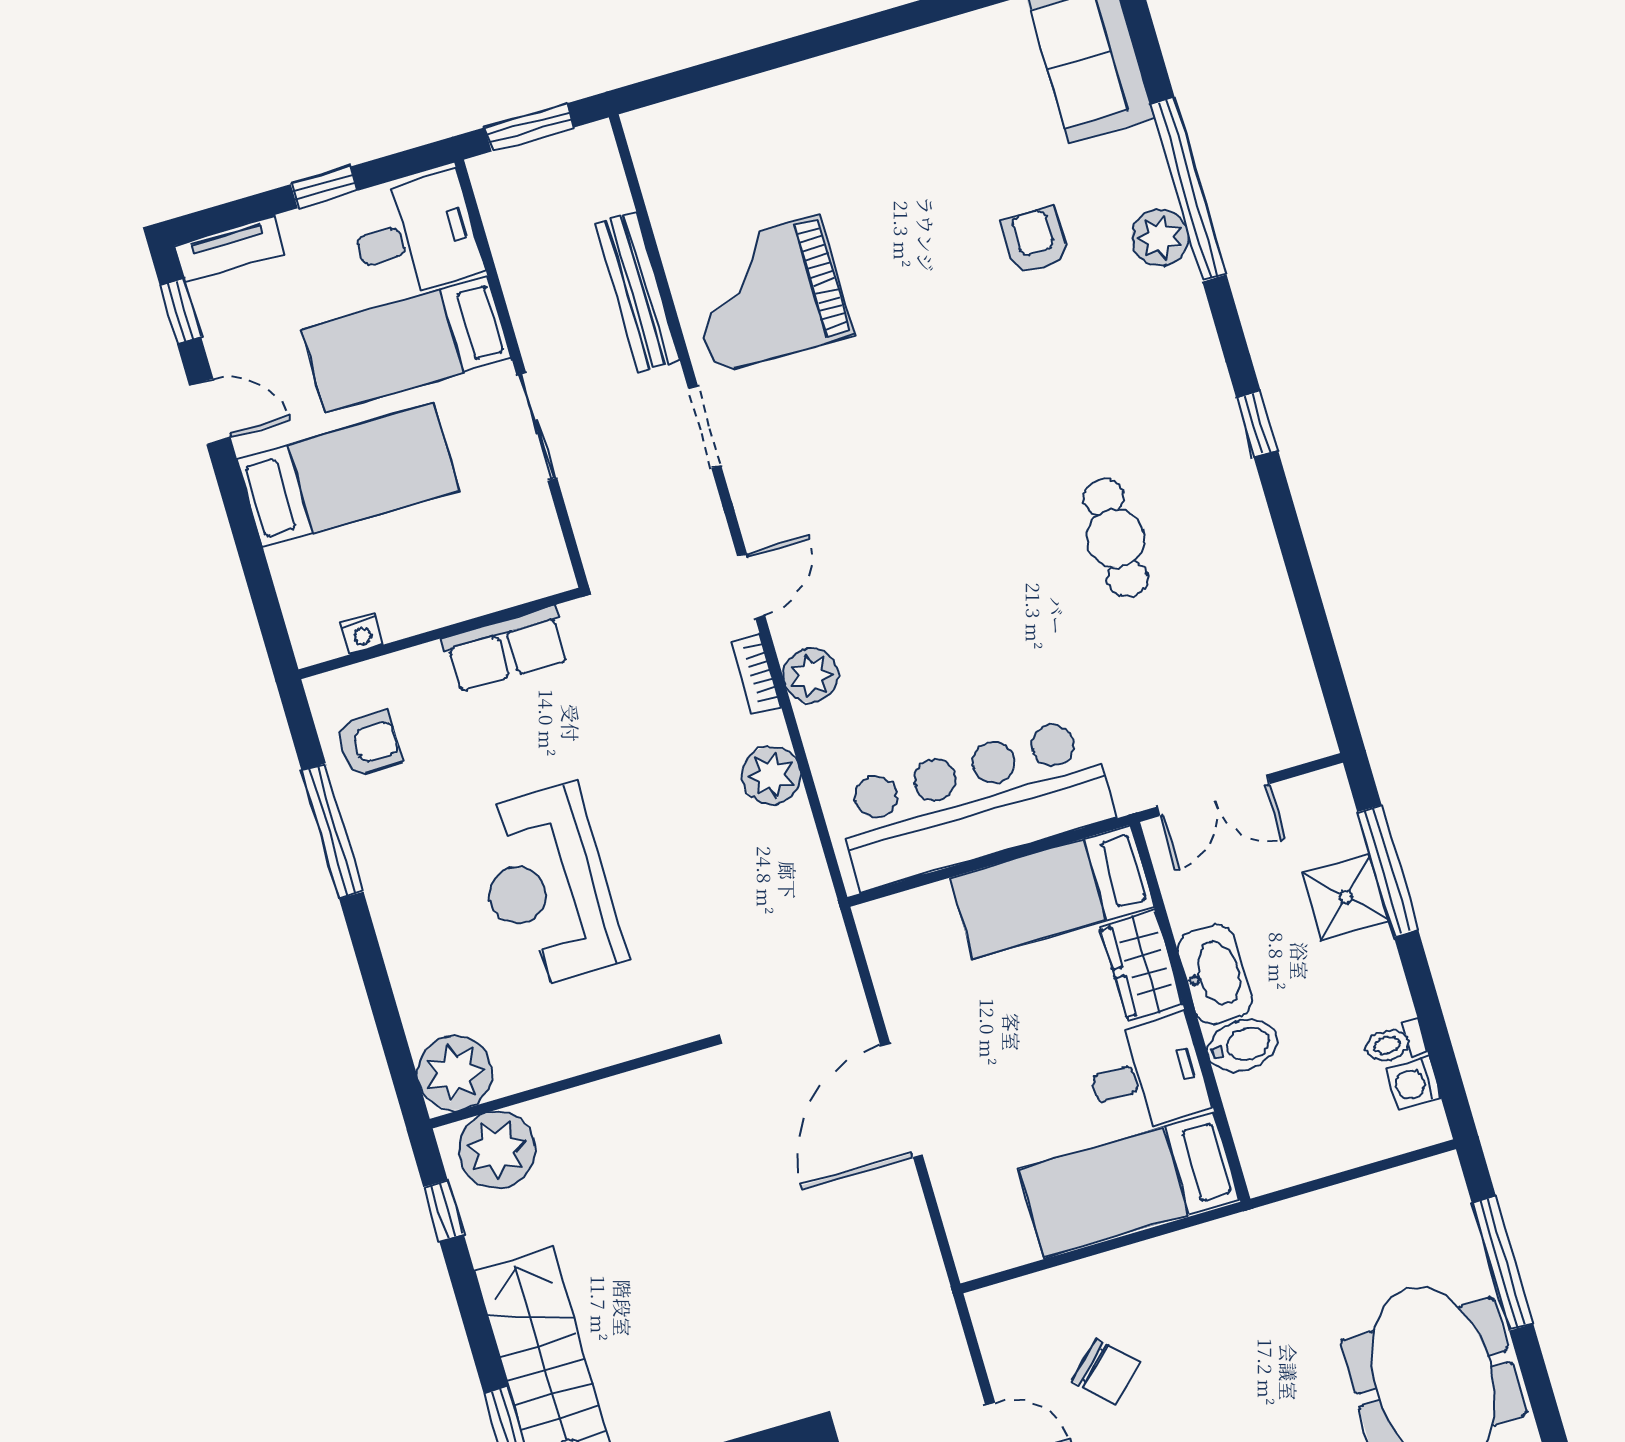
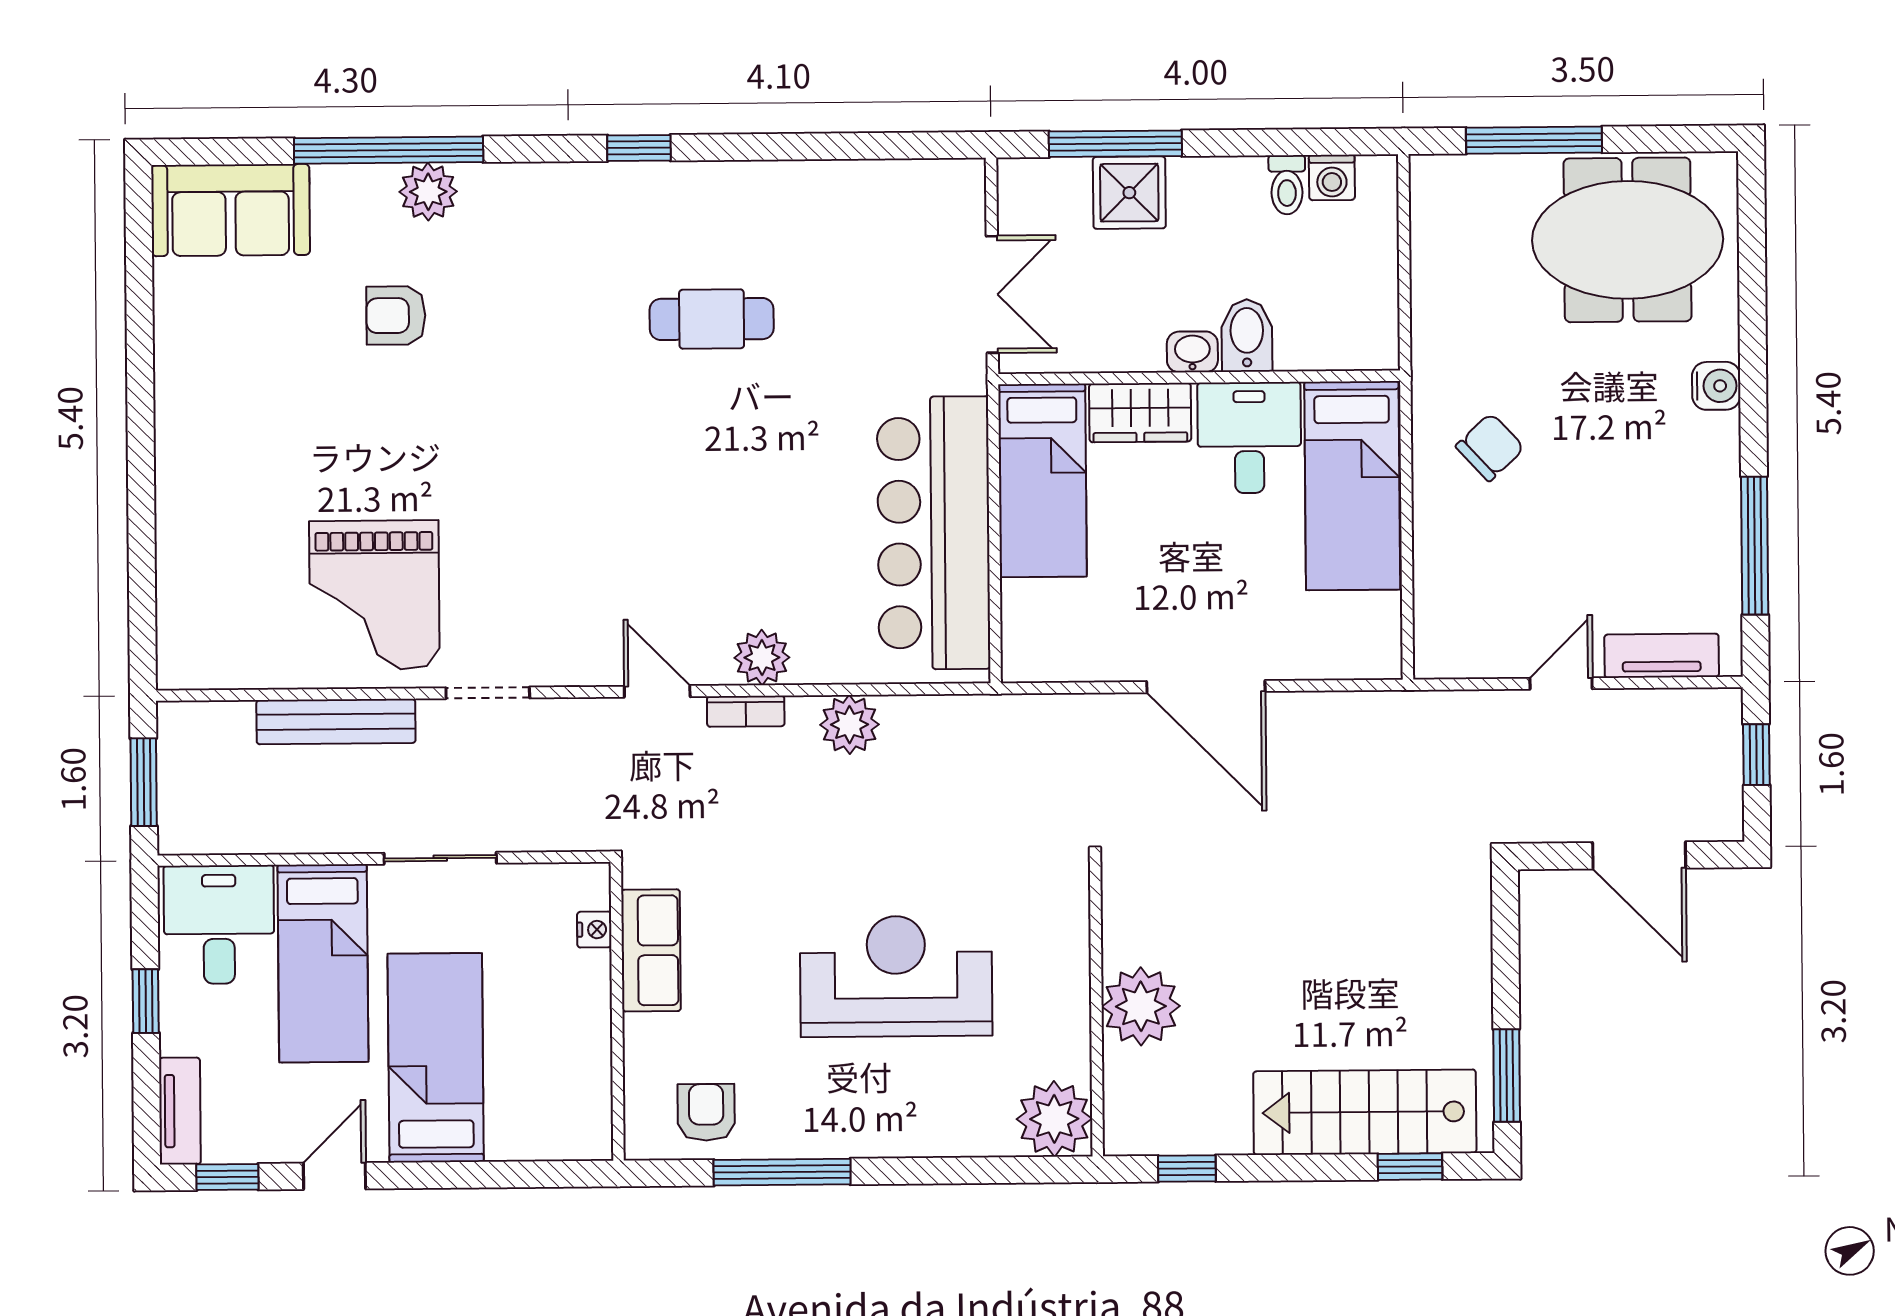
nightstand: (362, 634) -> (594, 930), moved
reception desk: (547, 886) -> (896, 976), turned 180
washbasin: (1215, 974) -> (1192, 352), width x0.52, depth x0.69
plant: (497, 1150) -> (1141, 1006), moved
chair: (1106, 1372) -> (1490, 447), moved

